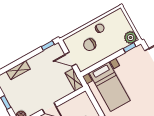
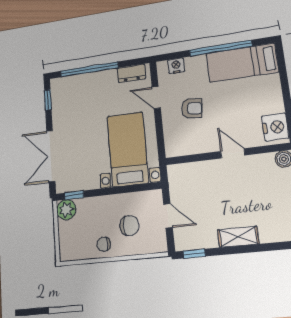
shelving: (18, 70) -> (238, 237), moved
shelving: (74, 80) -> (176, 181), removed

